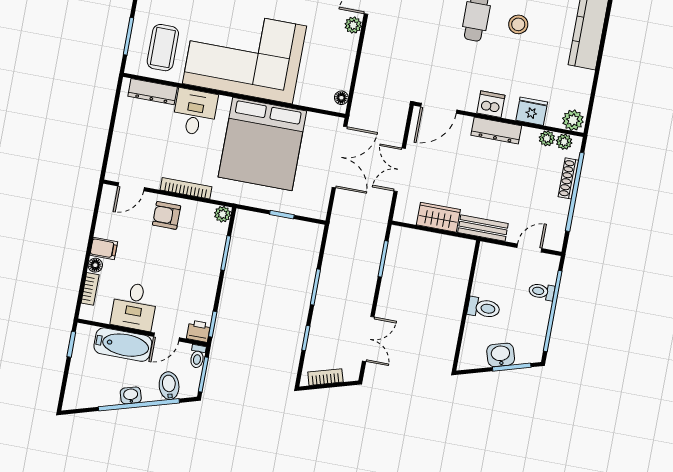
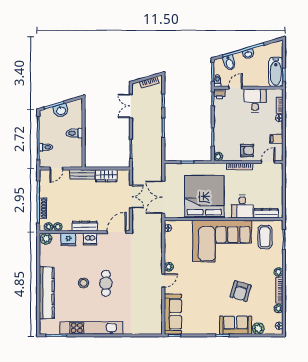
filing cabinet: (104, 248) -> (276, 139), moved
bathtub: (123, 345) -> (276, 72), moved, turned -90

